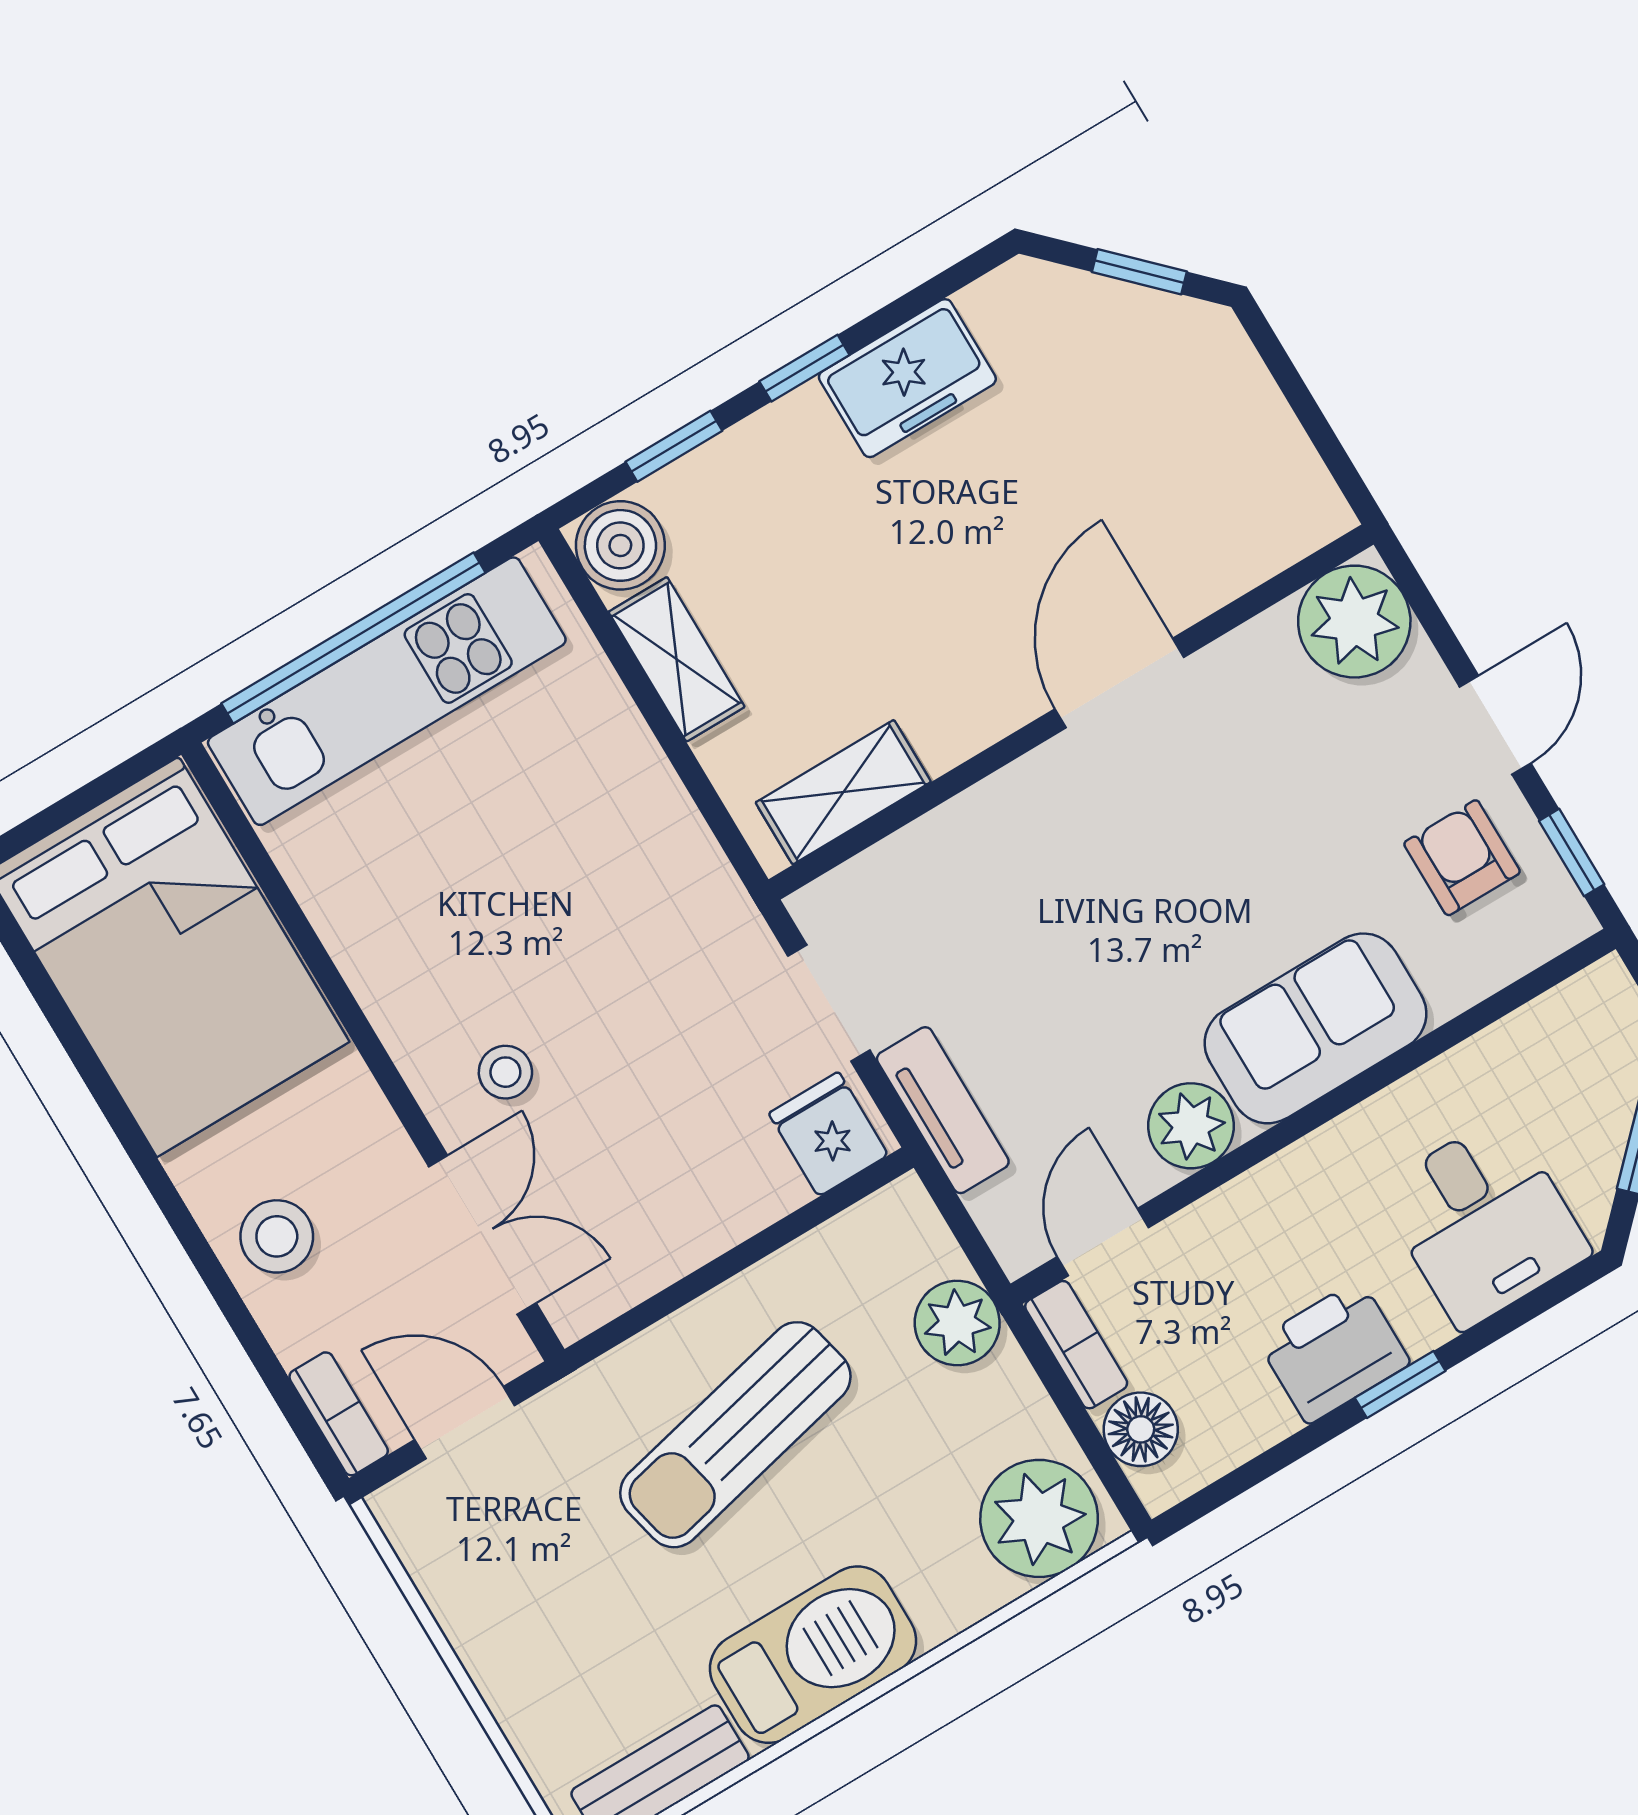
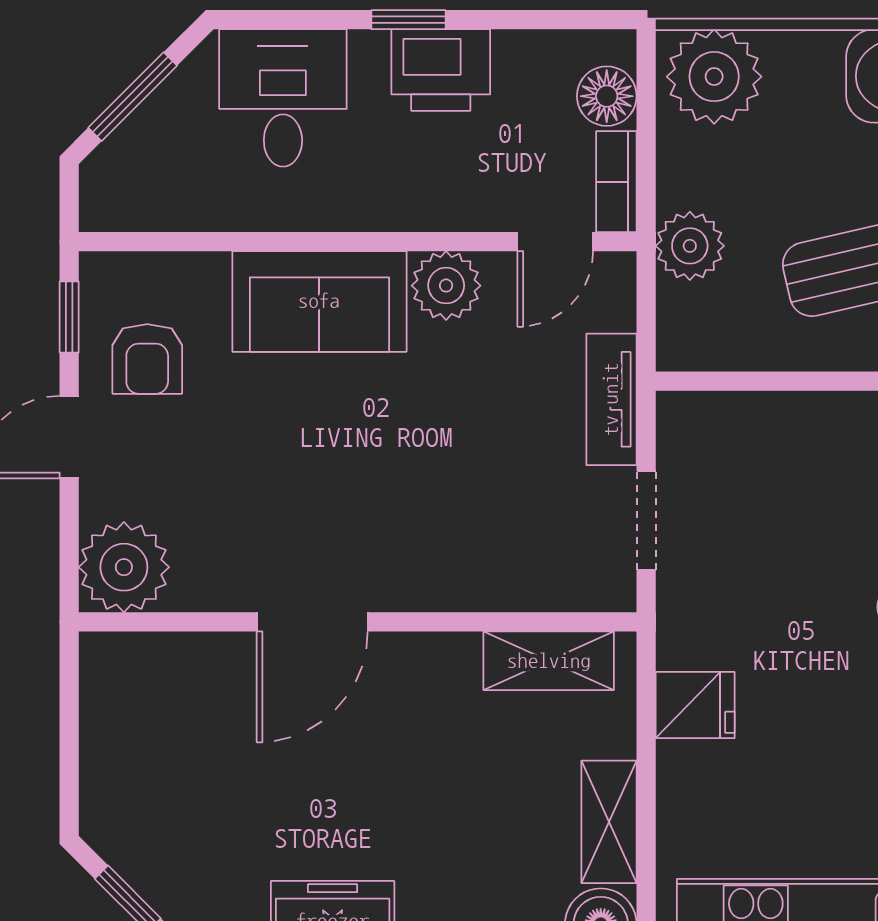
fridge: (828, 1134) -> (695, 705), moved, turned -90

